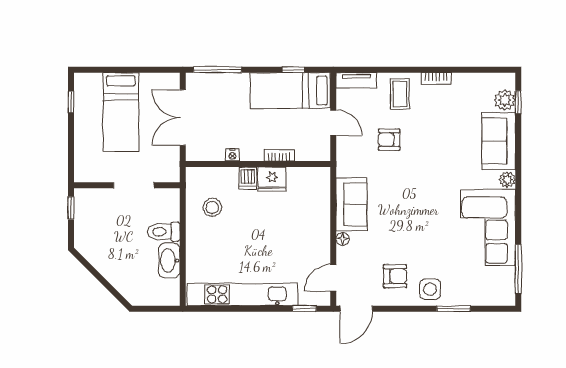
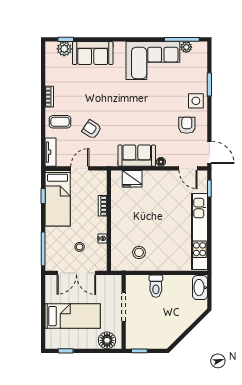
stool: (220, 122) -> (80, 247), added
armchair: (389, 140) -> (92, 129), turned 123
floor lamp: (86, 162) -> (107, 340), added
dishwasher: (248, 178) -> (119, 228), removed
fridge: (272, 179) -> (132, 179), moved, turned 90
plant: (507, 179) -> (186, 47), moved
washbasin: (169, 260) -> (200, 288), moved, turned 90

